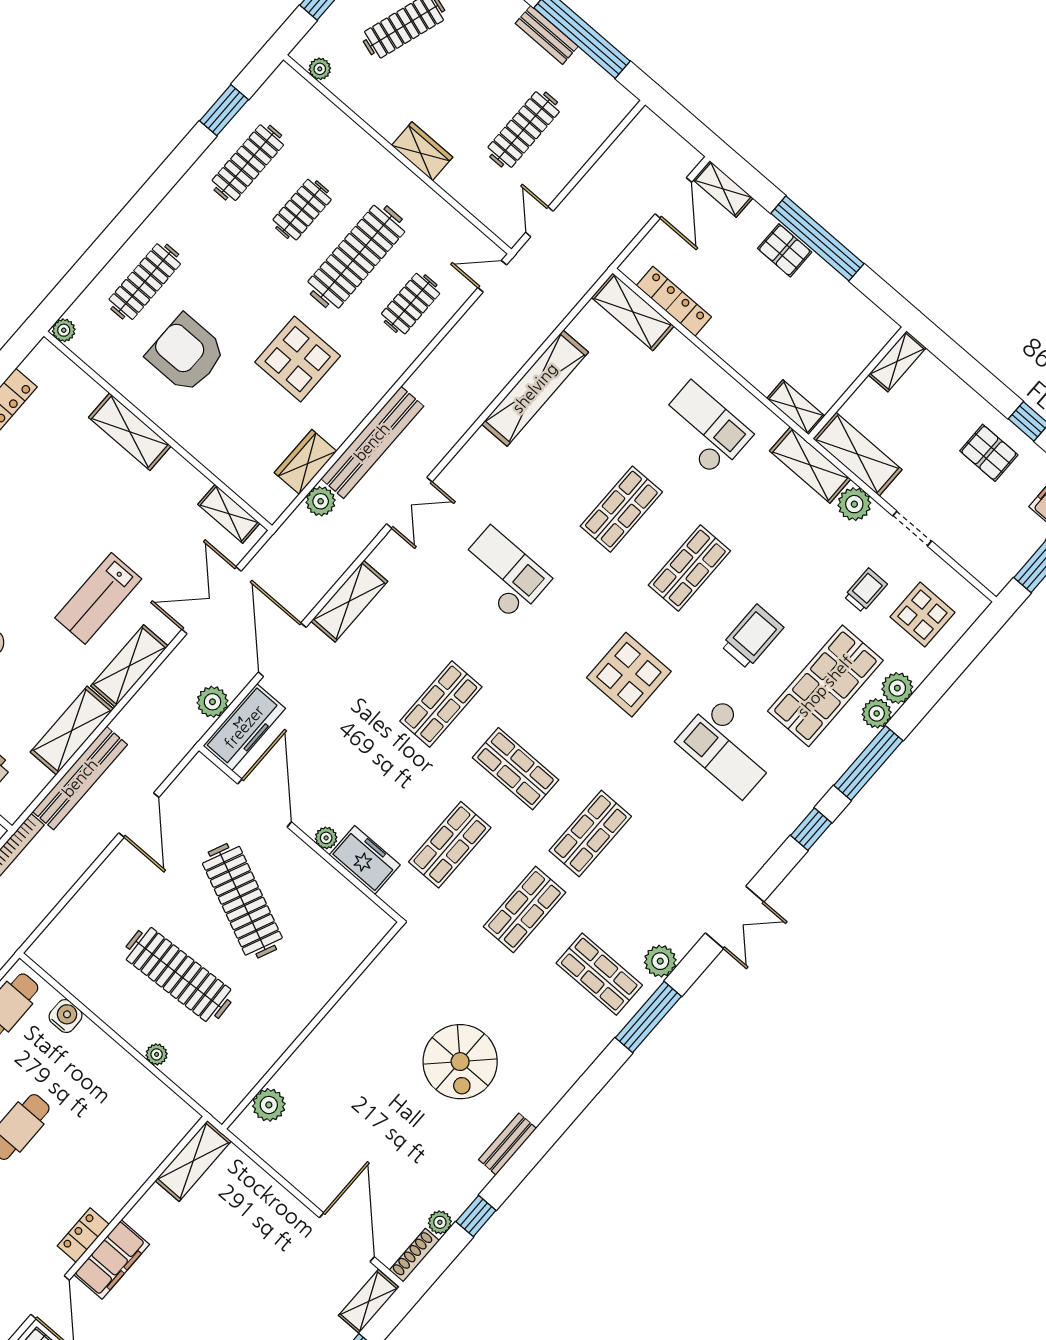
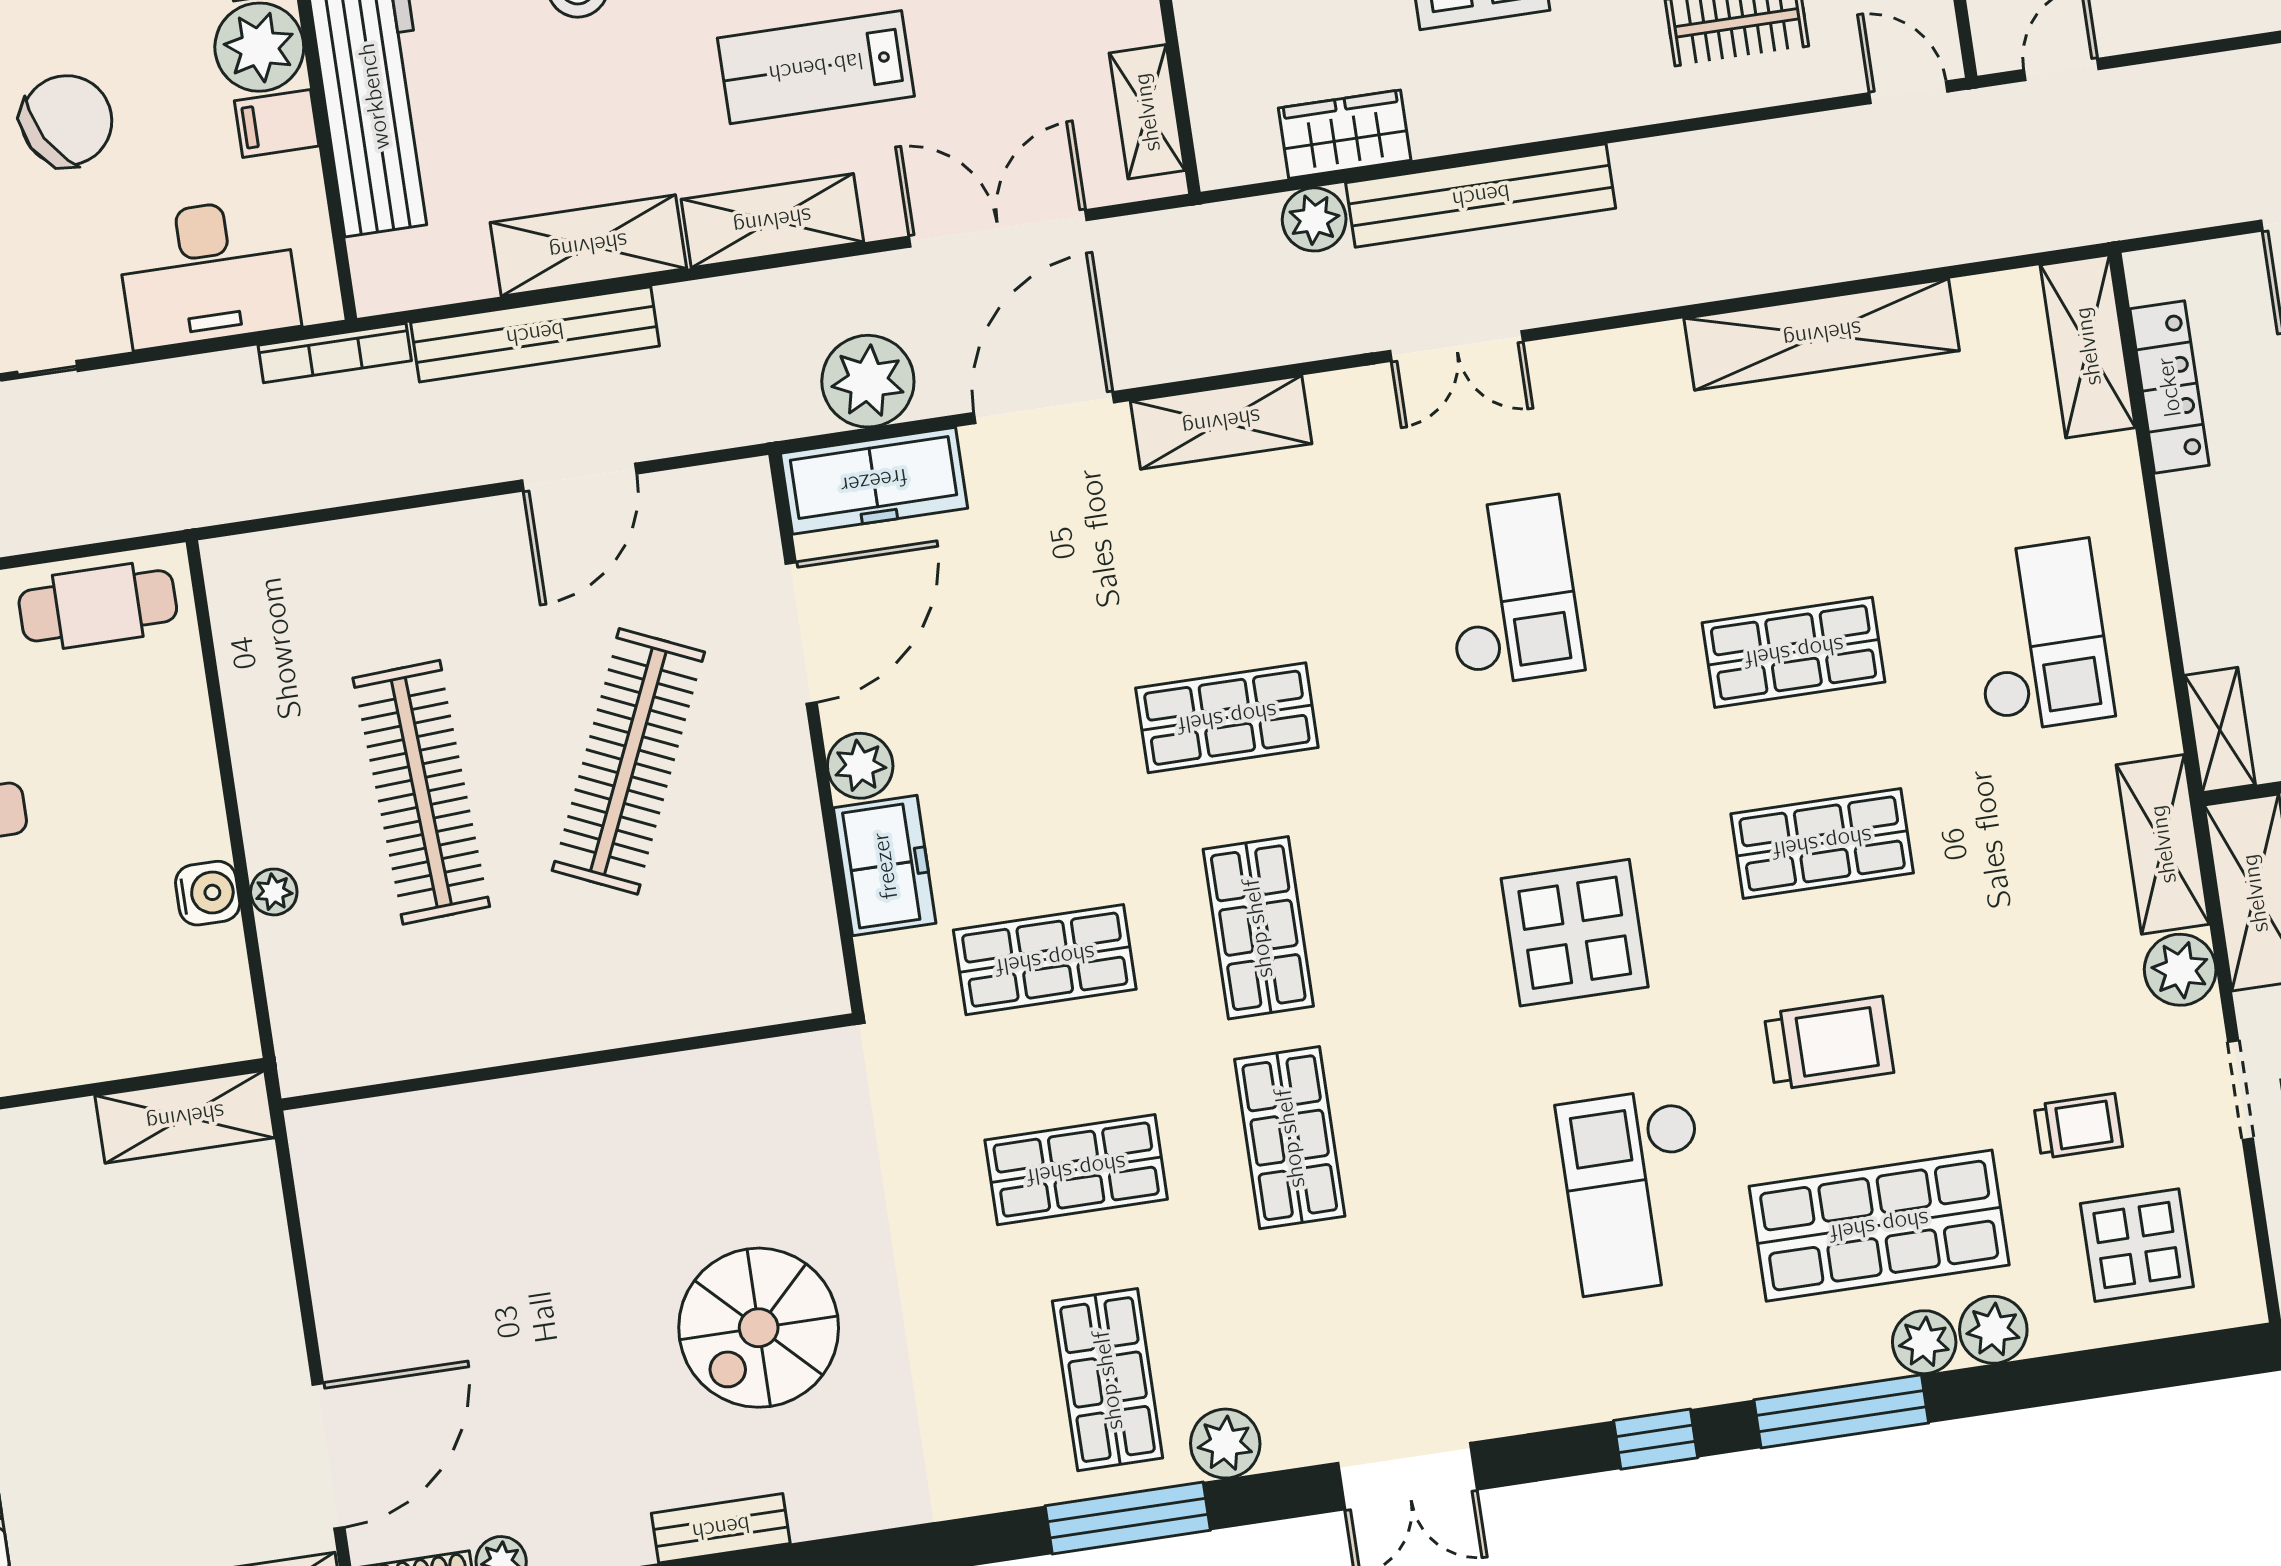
plant: (212, 702) -> (868, 381), width x1.36, depth x1.36
shop shelf: (590, 833) -> (1290, 1138), turned 90
plant: (326, 838) -> (860, 766), width x1.38, depth x1.38
water cooler: (66, 1016) -> (208, 893), moved
plant: (269, 1105) -> (386, 1131), removed

